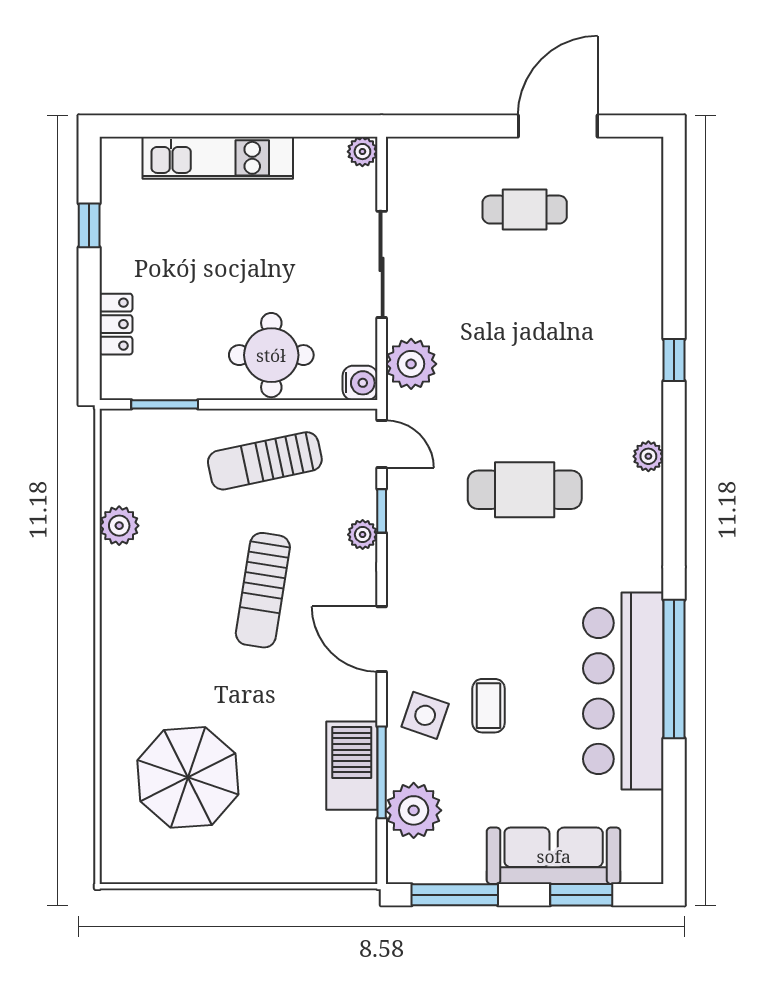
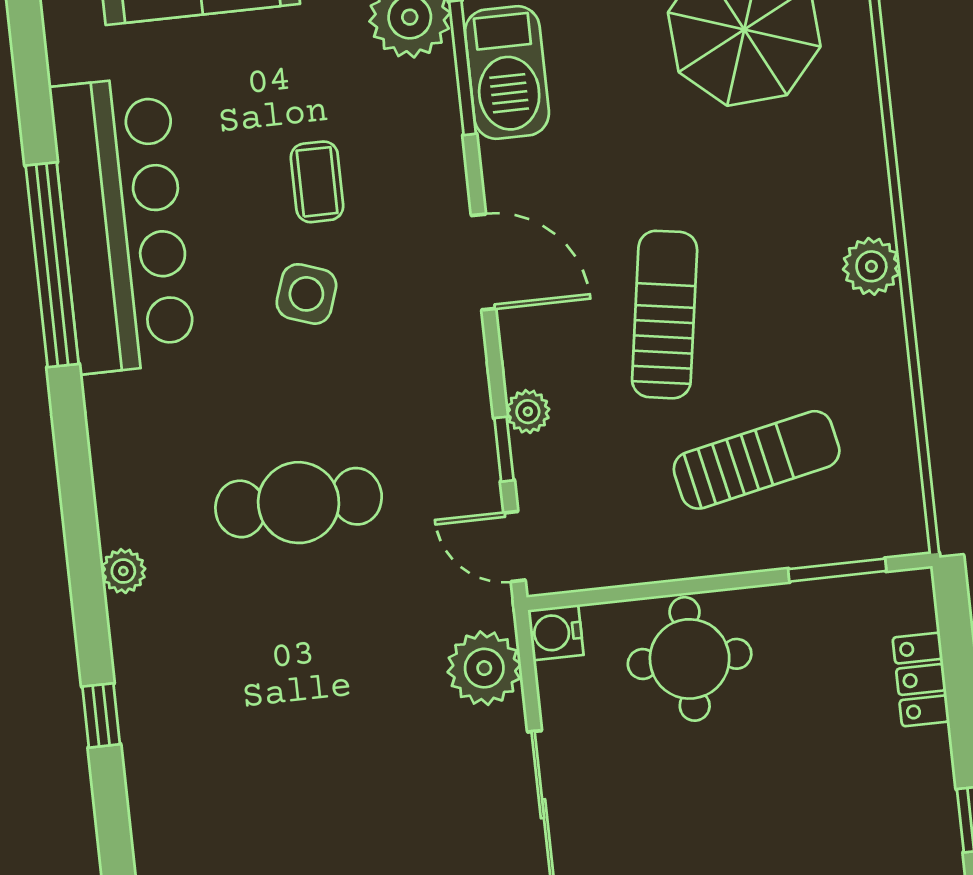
sun lounger: (265, 461) -> (757, 460), moved
plant: (119, 526) -> (871, 266), moved
side table: (425, 715) -> (306, 294), moved

